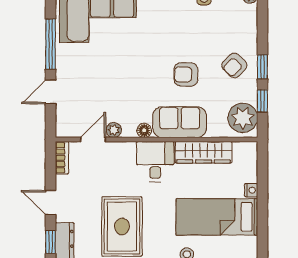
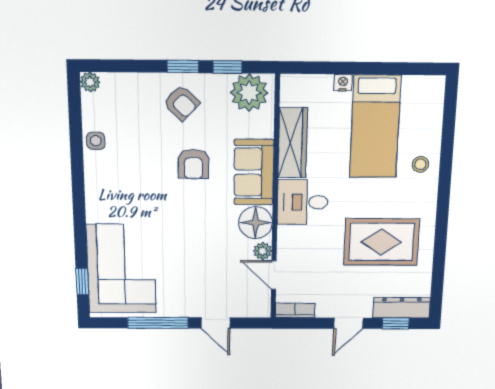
floor lamp: (144, 130) -> (256, 223), width x1.89, depth x1.89

